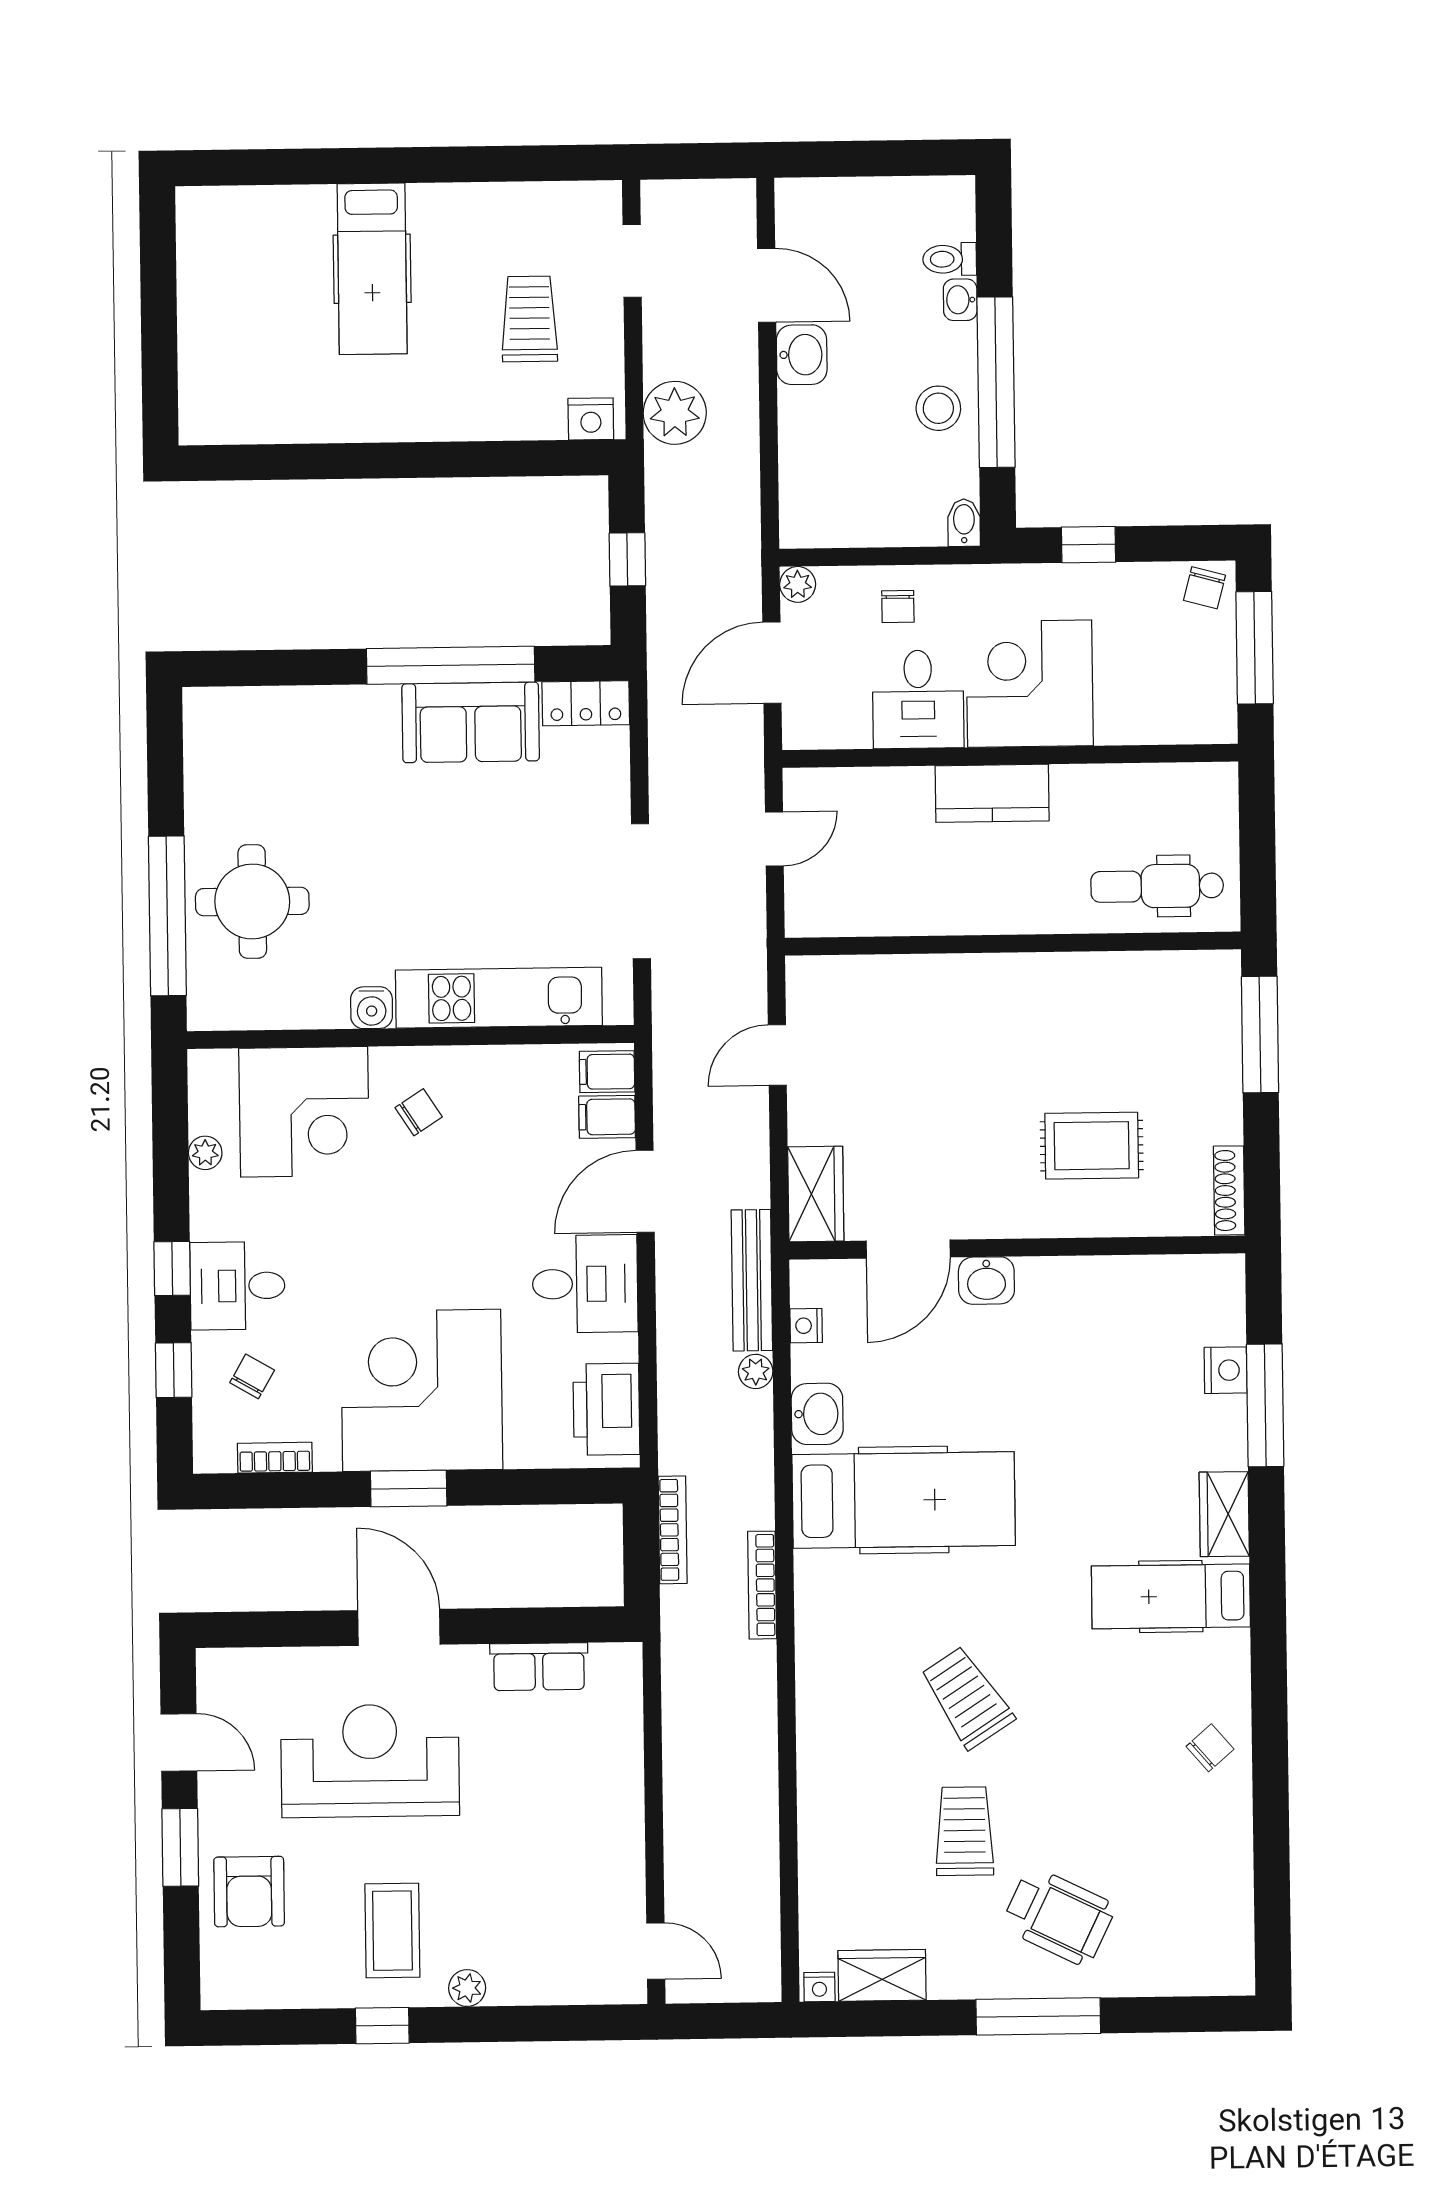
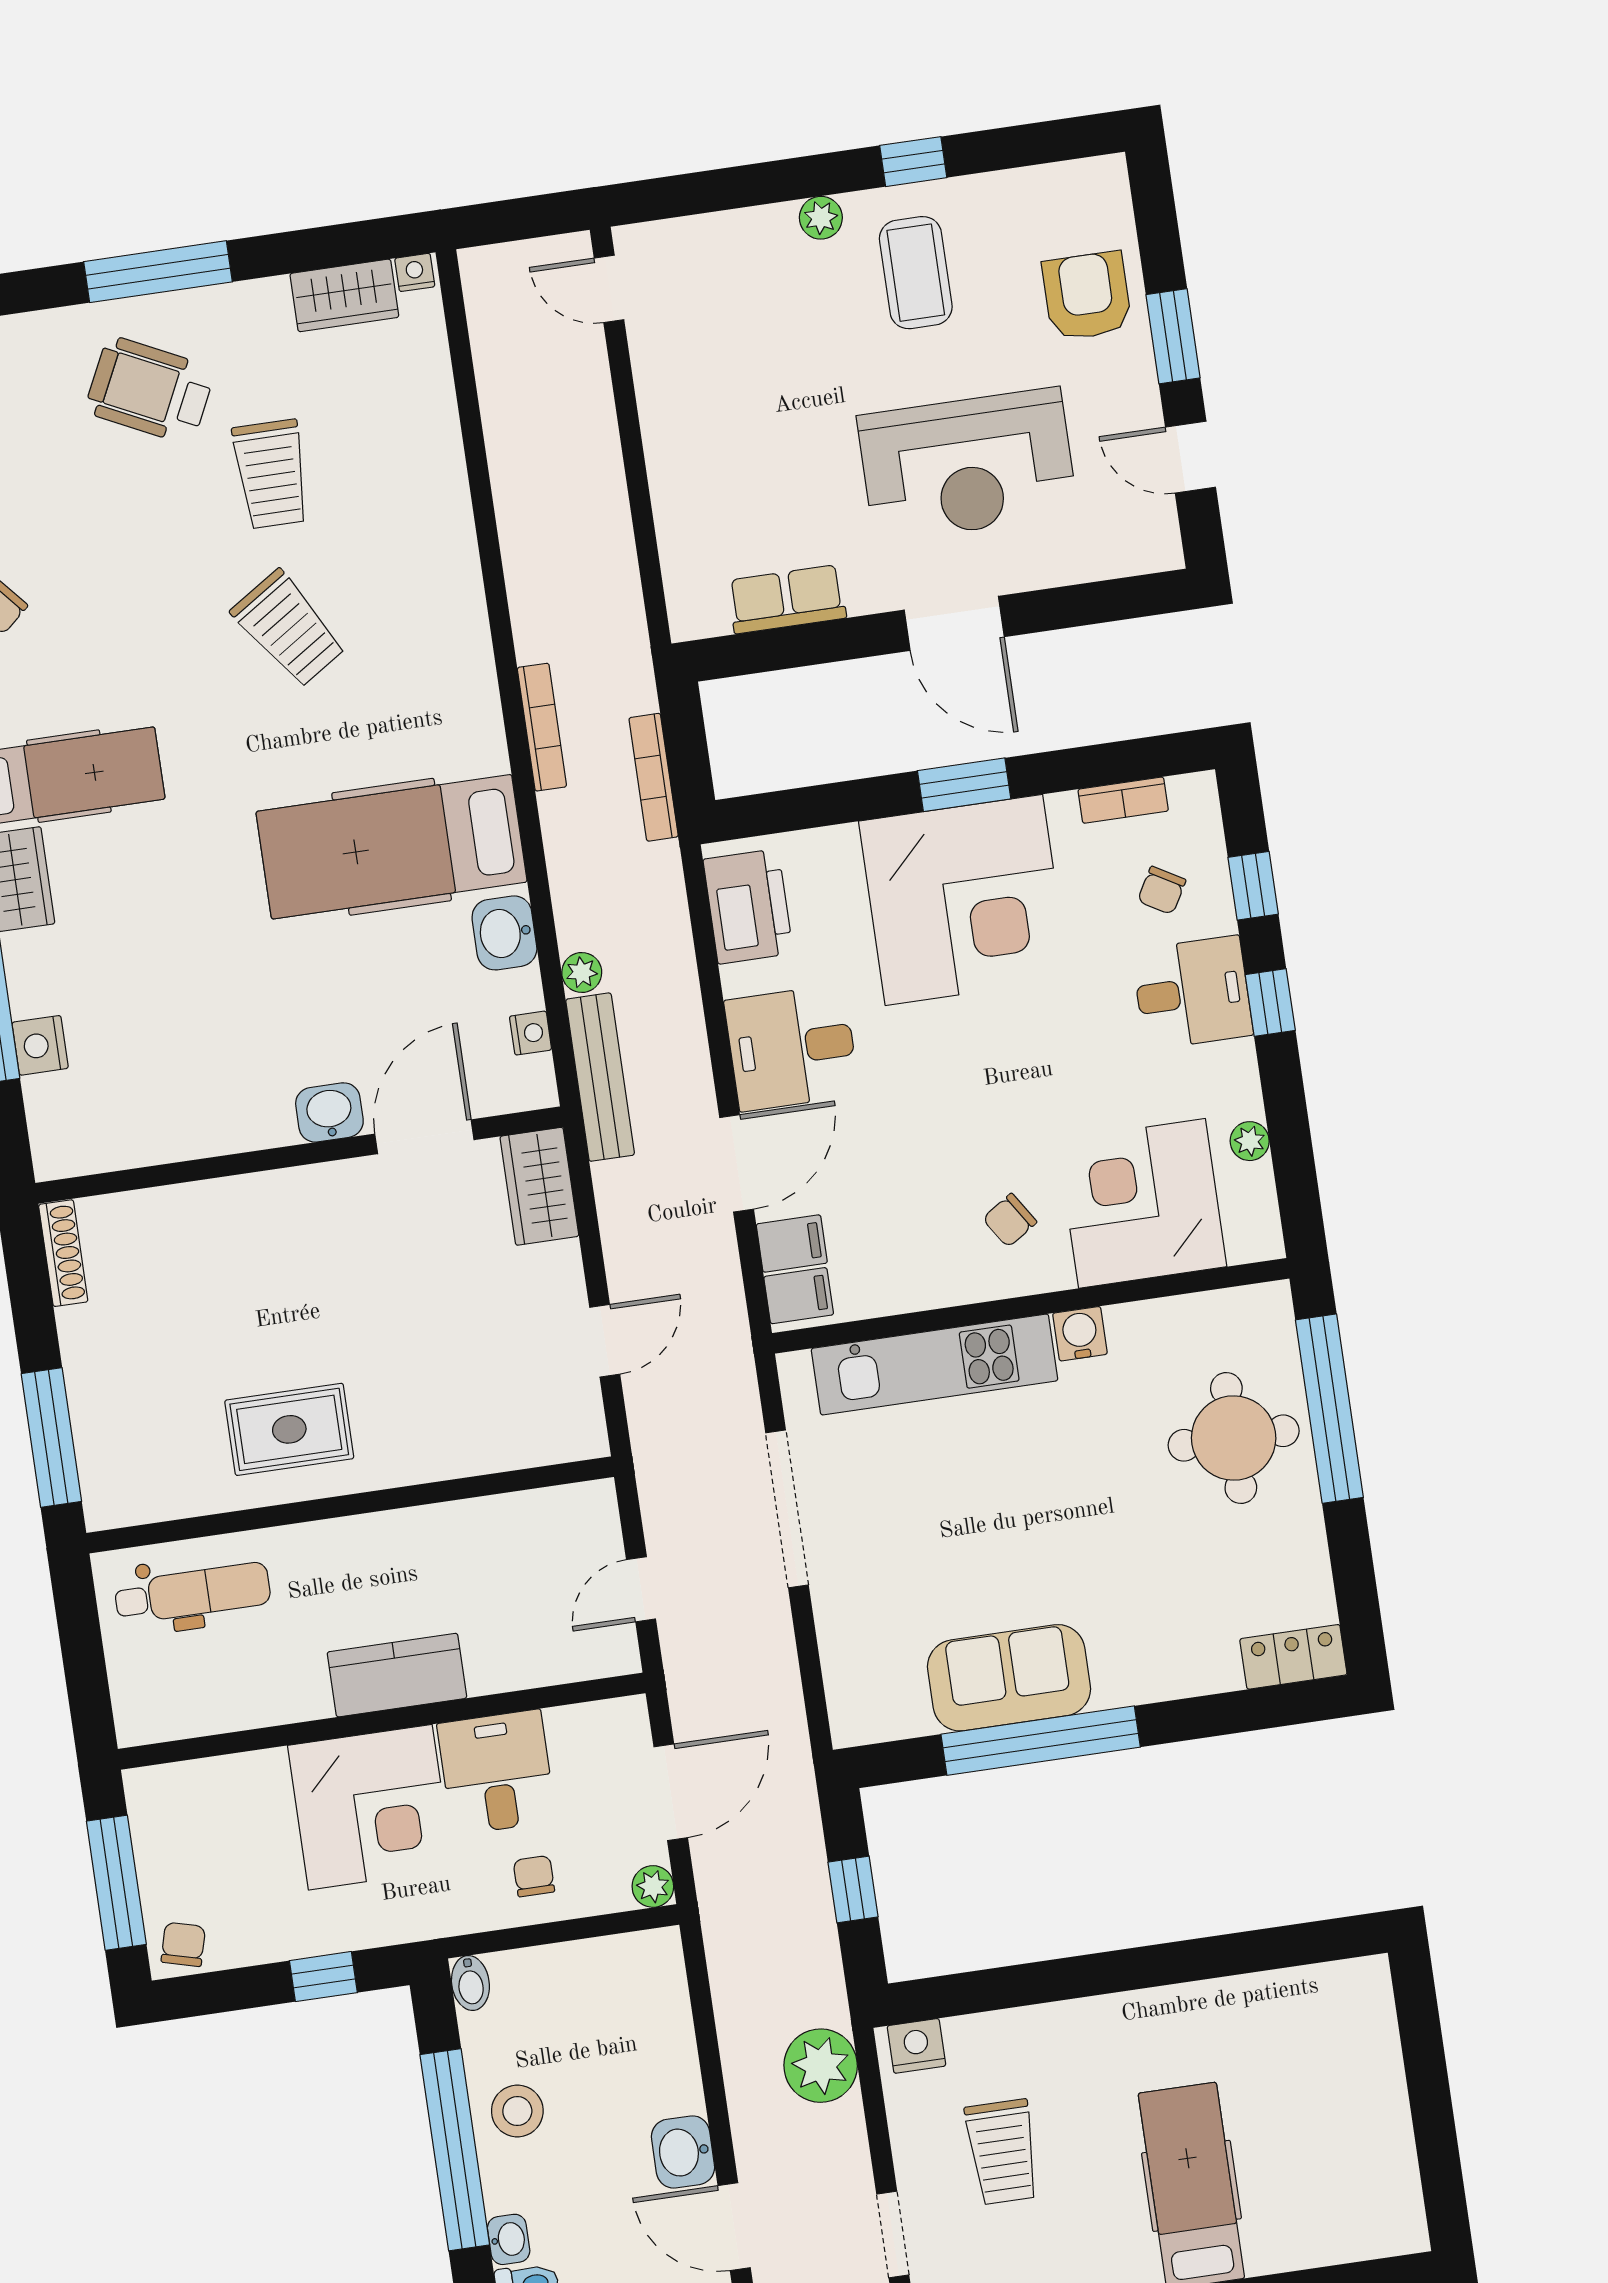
locker: (586, 703) -> (1293, 1657), moved
rug: (1092, 1146) -> (289, 1429), moved

